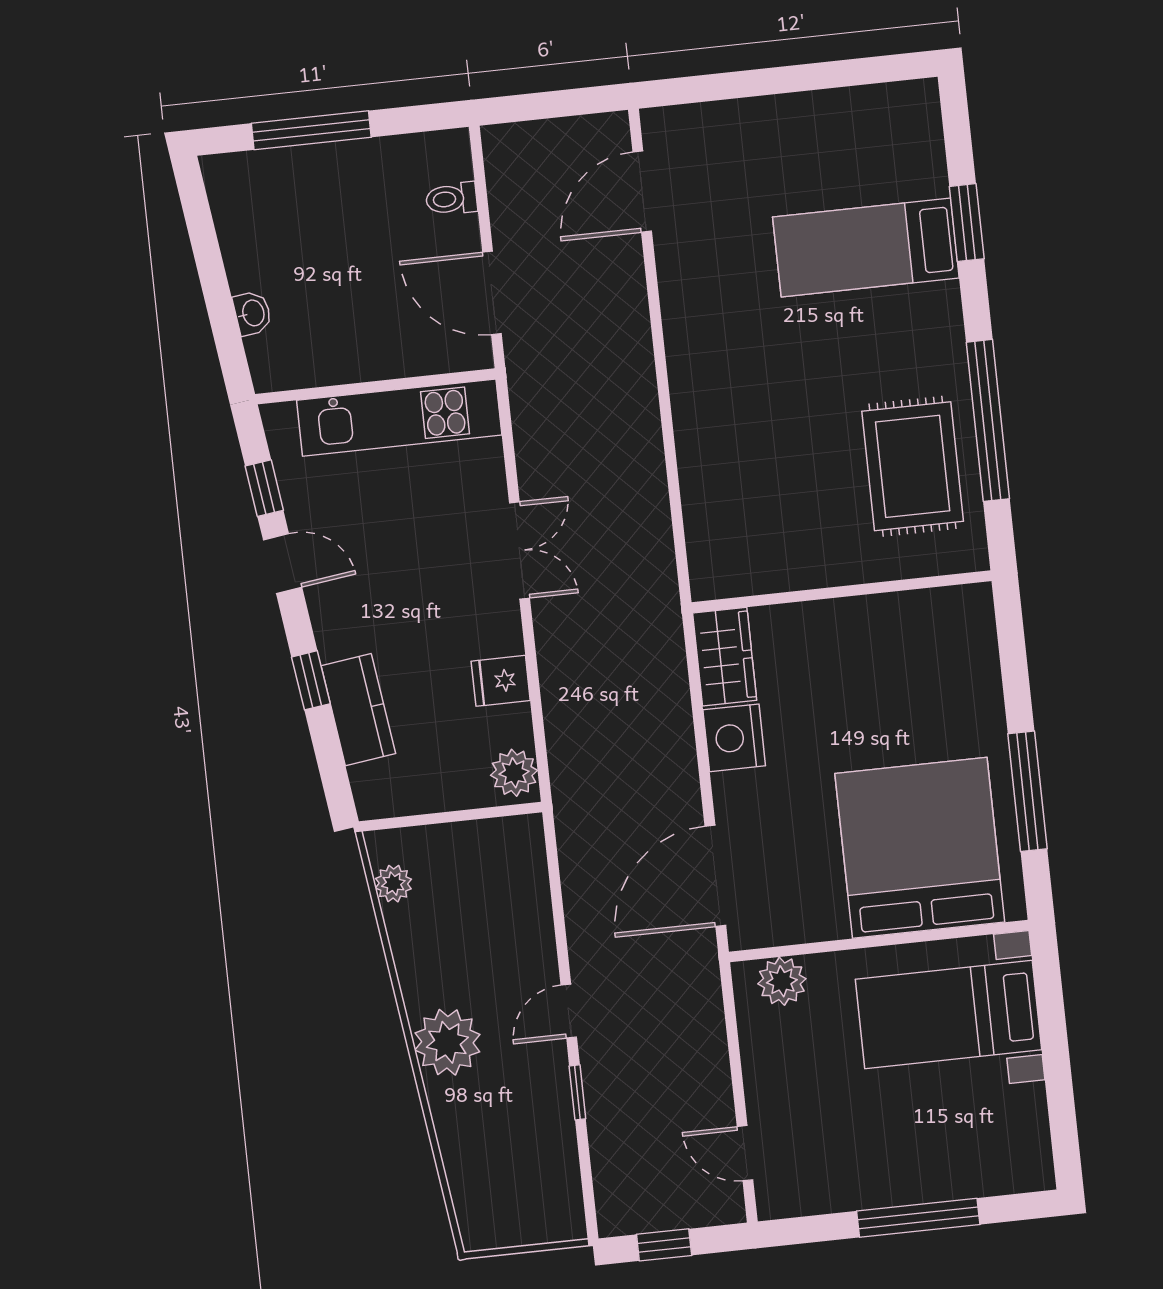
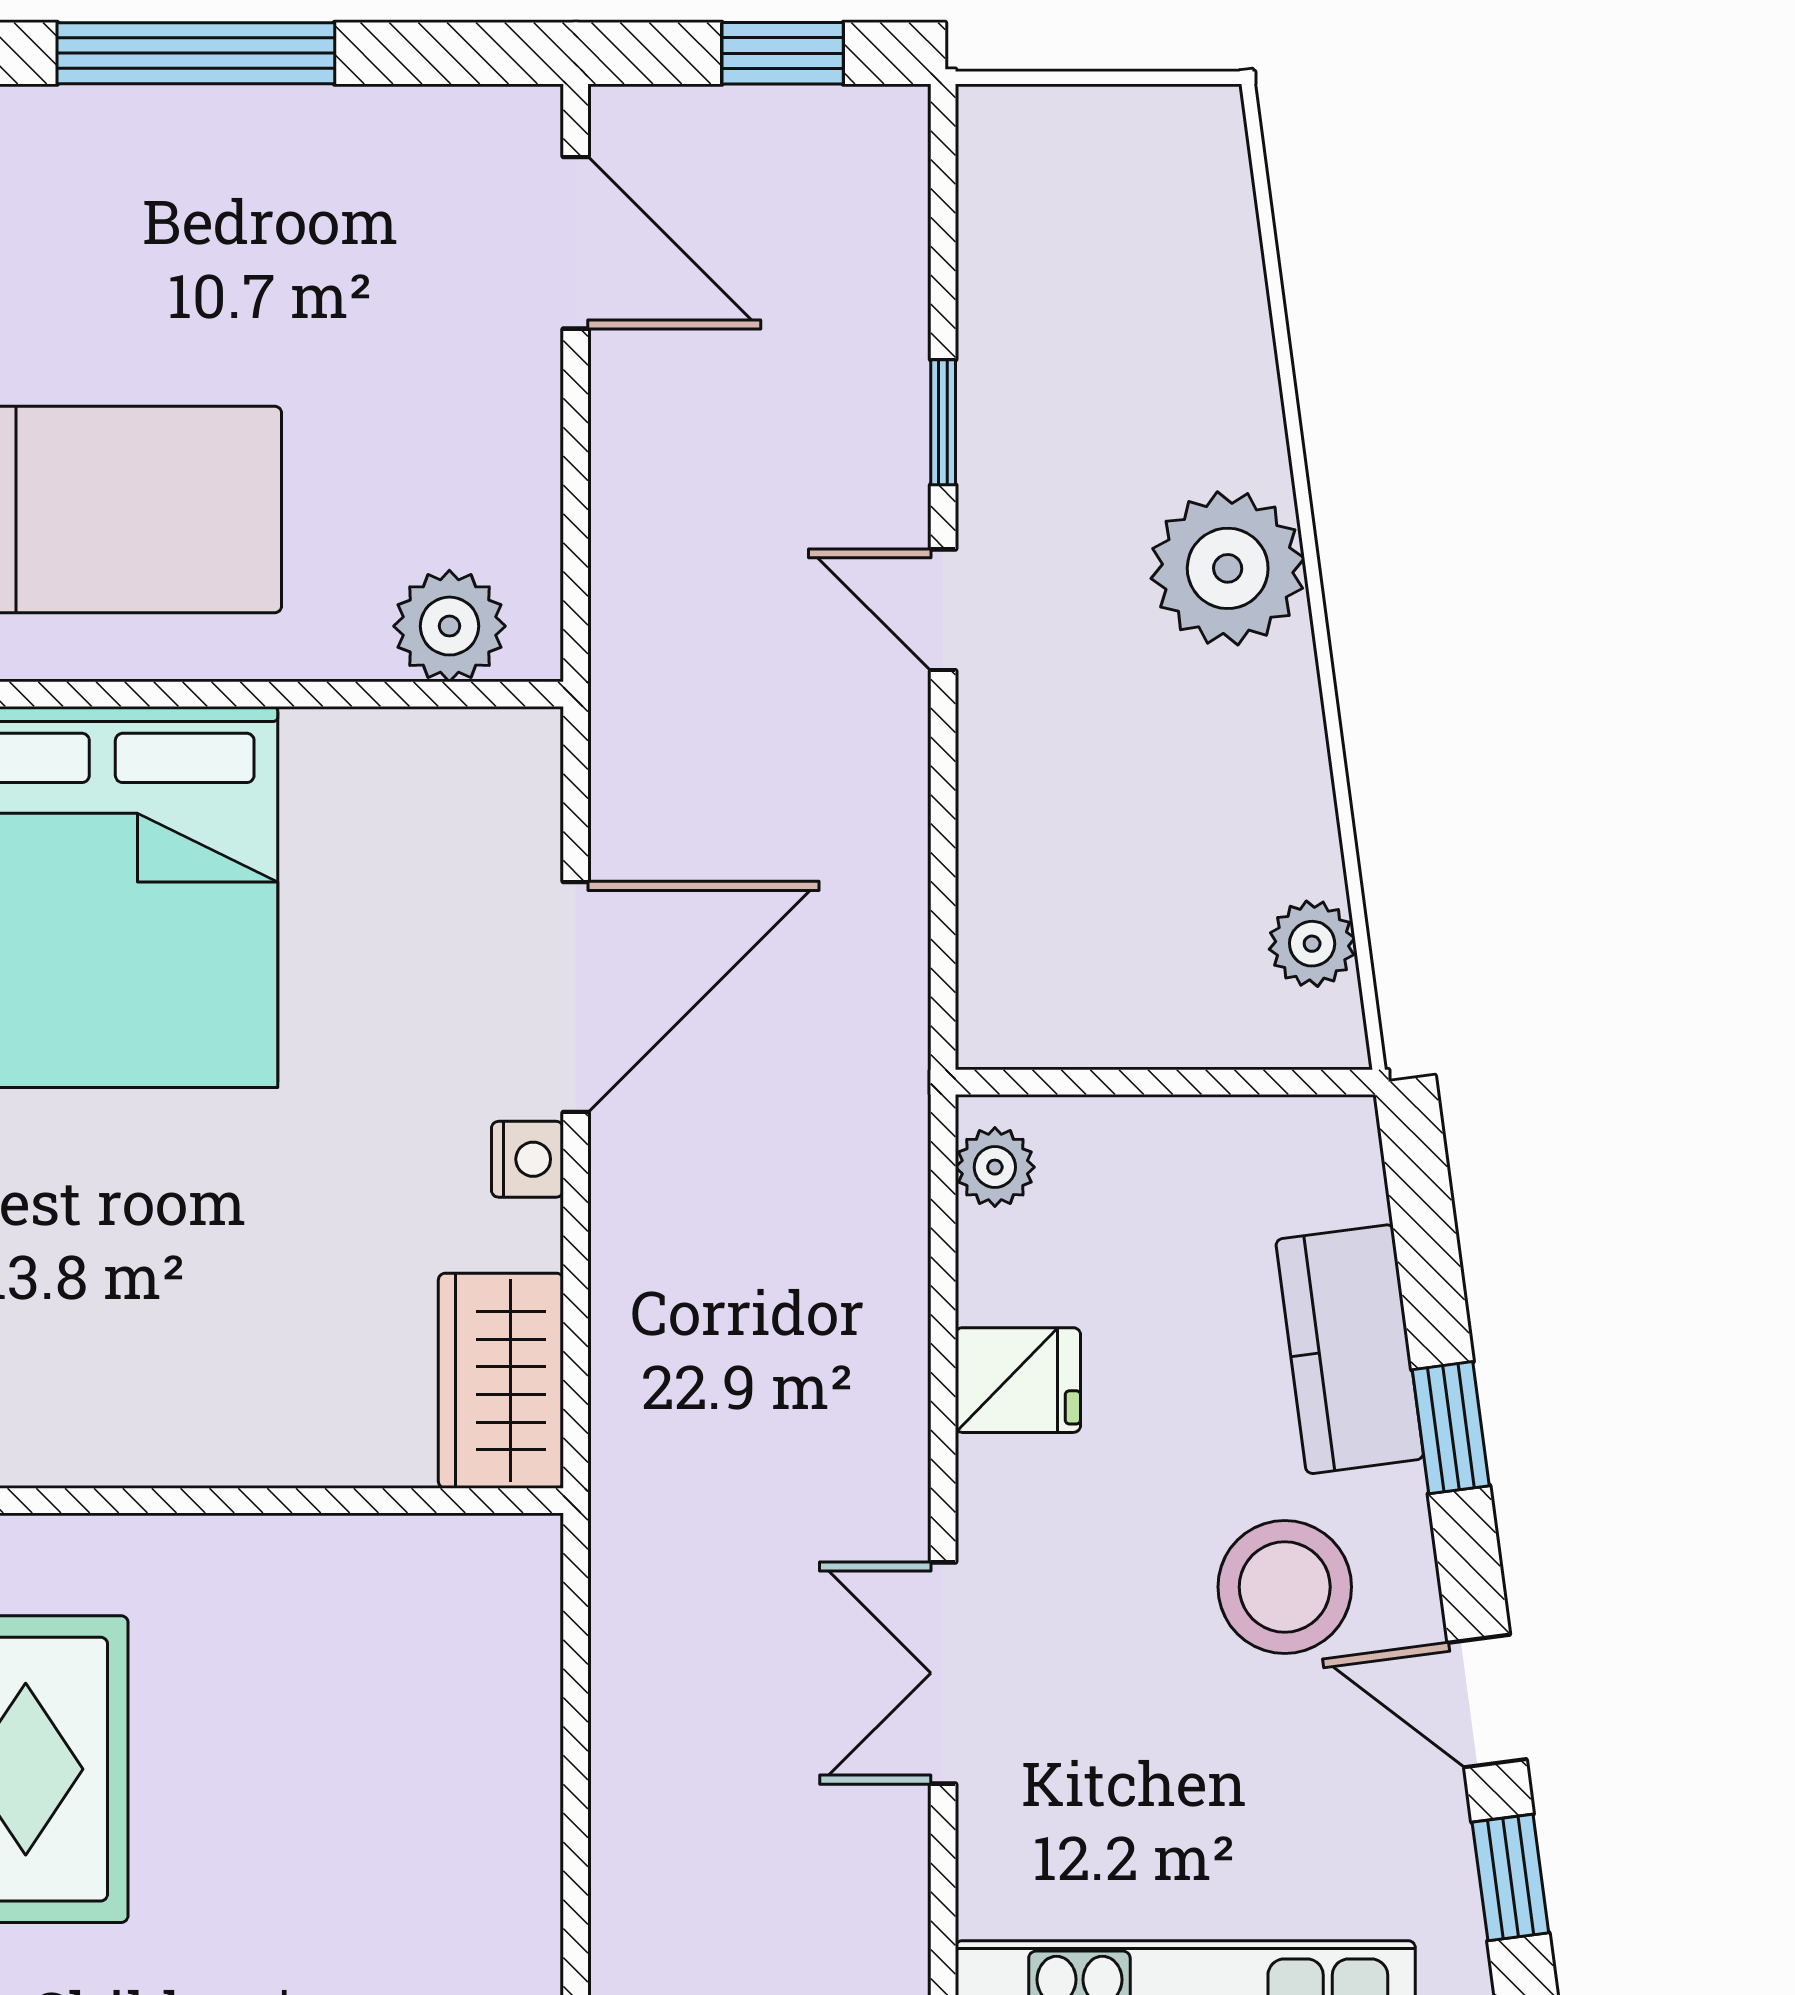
stool: (375, 604) -> (1285, 1587), added
nightstand: (734, 738) -> (527, 1159), width x0.53, depth x0.56
plant: (514, 773) -> (995, 1167), width x0.73, depth x0.73
door: (715, 876) -> (576, 997), moved
door: (569, 1011) -> (943, 610), swing flipped
door: (745, 1153) -> (576, 243), width x1.38

